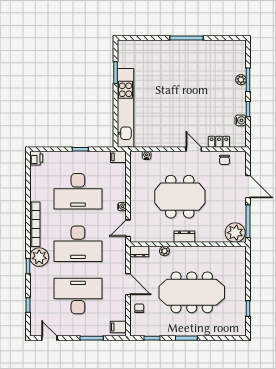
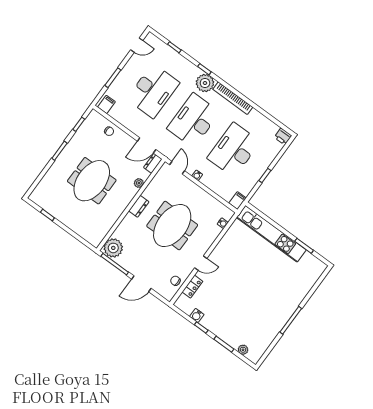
plant: (241, 80) -> (243, 350), moved
door: (128, 284) -> (147, 145), moved
meeting table: (192, 292) -> (92, 181), width x0.73

